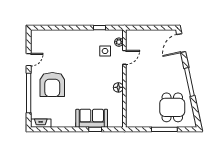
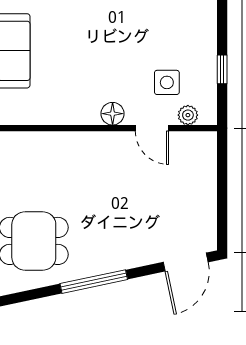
door: (181, 43) -> (186, 262), swing flipped
floor lamp: (118, 87) -> (113, 114), moved

